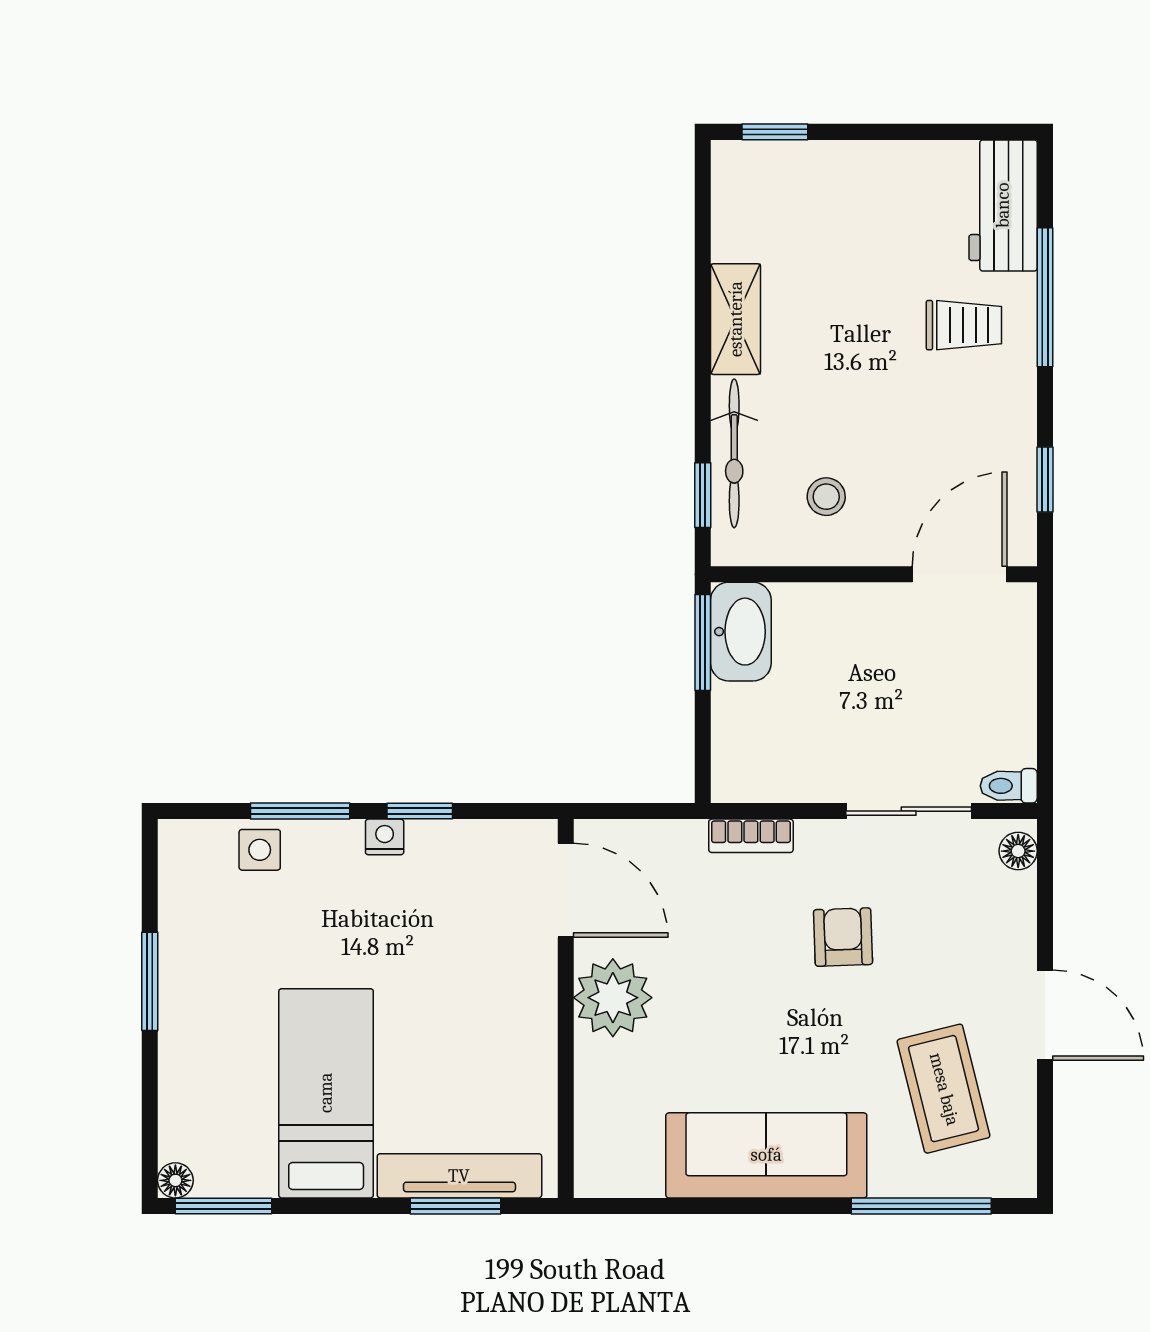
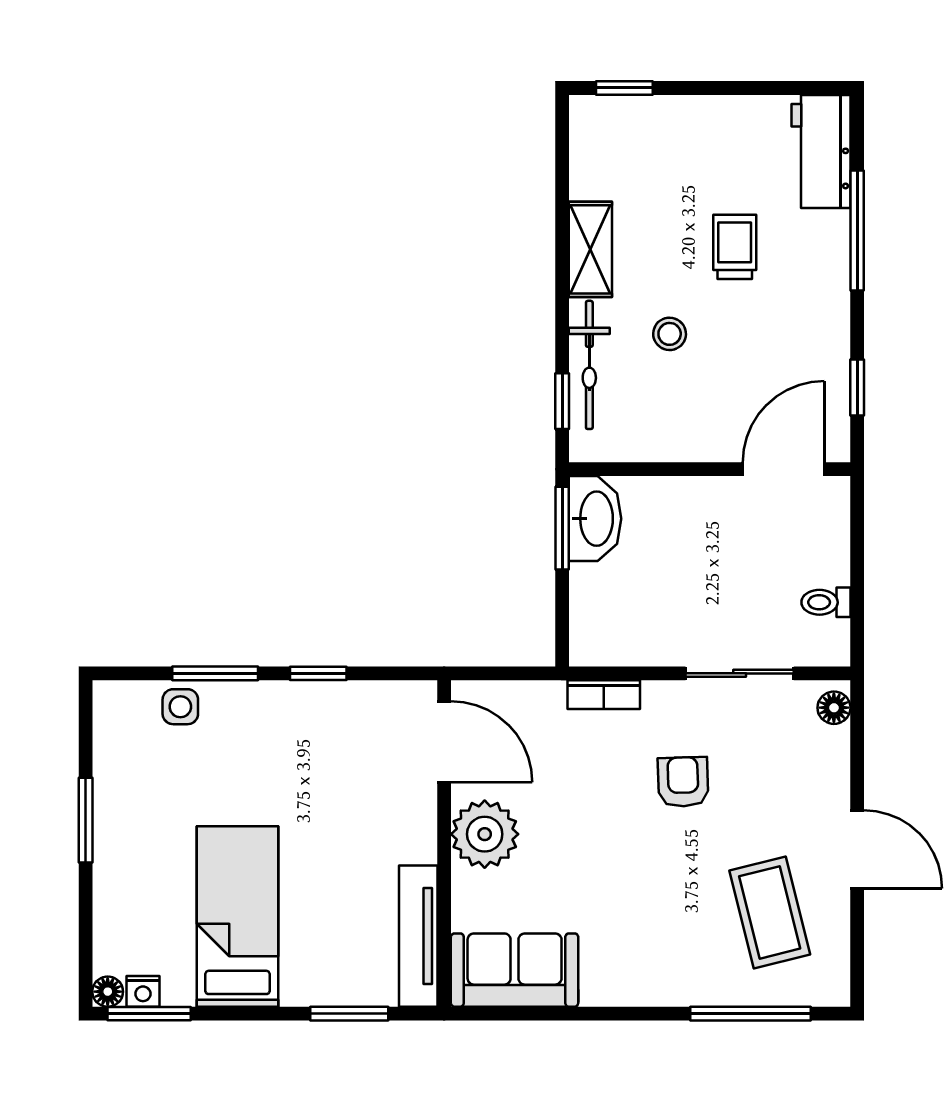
trolley: (964, 325) -> (735, 247), moved, turned -90
stool: (826, 497) -> (670, 334), moved
toilet: (1009, 786) -> (826, 602), moved
nightstand: (385, 837) -> (143, 991), moved, turned 180
sofa: (766, 1155) -> (515, 970), moved, width x0.73
tv unit: (459, 1176) -> (418, 936), moved, turned -90

